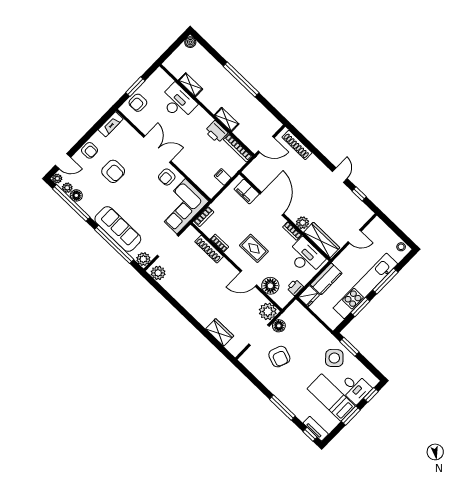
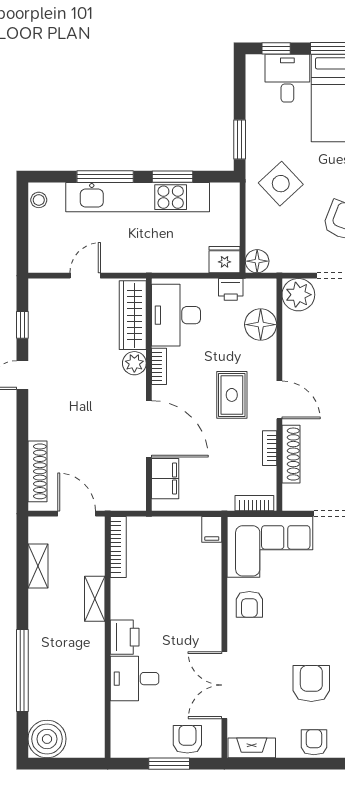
boiler: (190, 42) -> (47, 739), width x1.86, depth x1.86
window: (241, 80) -> (22, 671), moved
shelving: (191, 85) -> (38, 566), moved
desk: (178, 102) -> (135, 679), width x0.73
armchair: (138, 103) -> (187, 739), turned -90
printer: (216, 132) -> (125, 637), moved
double door: (157, 149) -> (224, 685), moved
armchair: (167, 177) -> (249, 604), turned 90
filing cabinet: (223, 177) -> (212, 529), moved
door: (272, 204) -> (149, 429), swing flipped
door: (355, 236) -> (85, 276), hinge flipped
door: (248, 279) -> (279, 400), moved
kitchen counter: (326, 279) -> (179, 259), removed
floor lamp: (279, 326) -> (257, 261), moved
side table: (334, 358) -> (281, 184), moved

